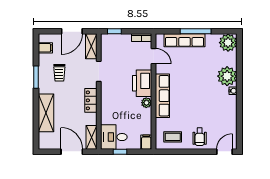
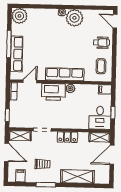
plant: (227, 76) -> (74, 18), moved

